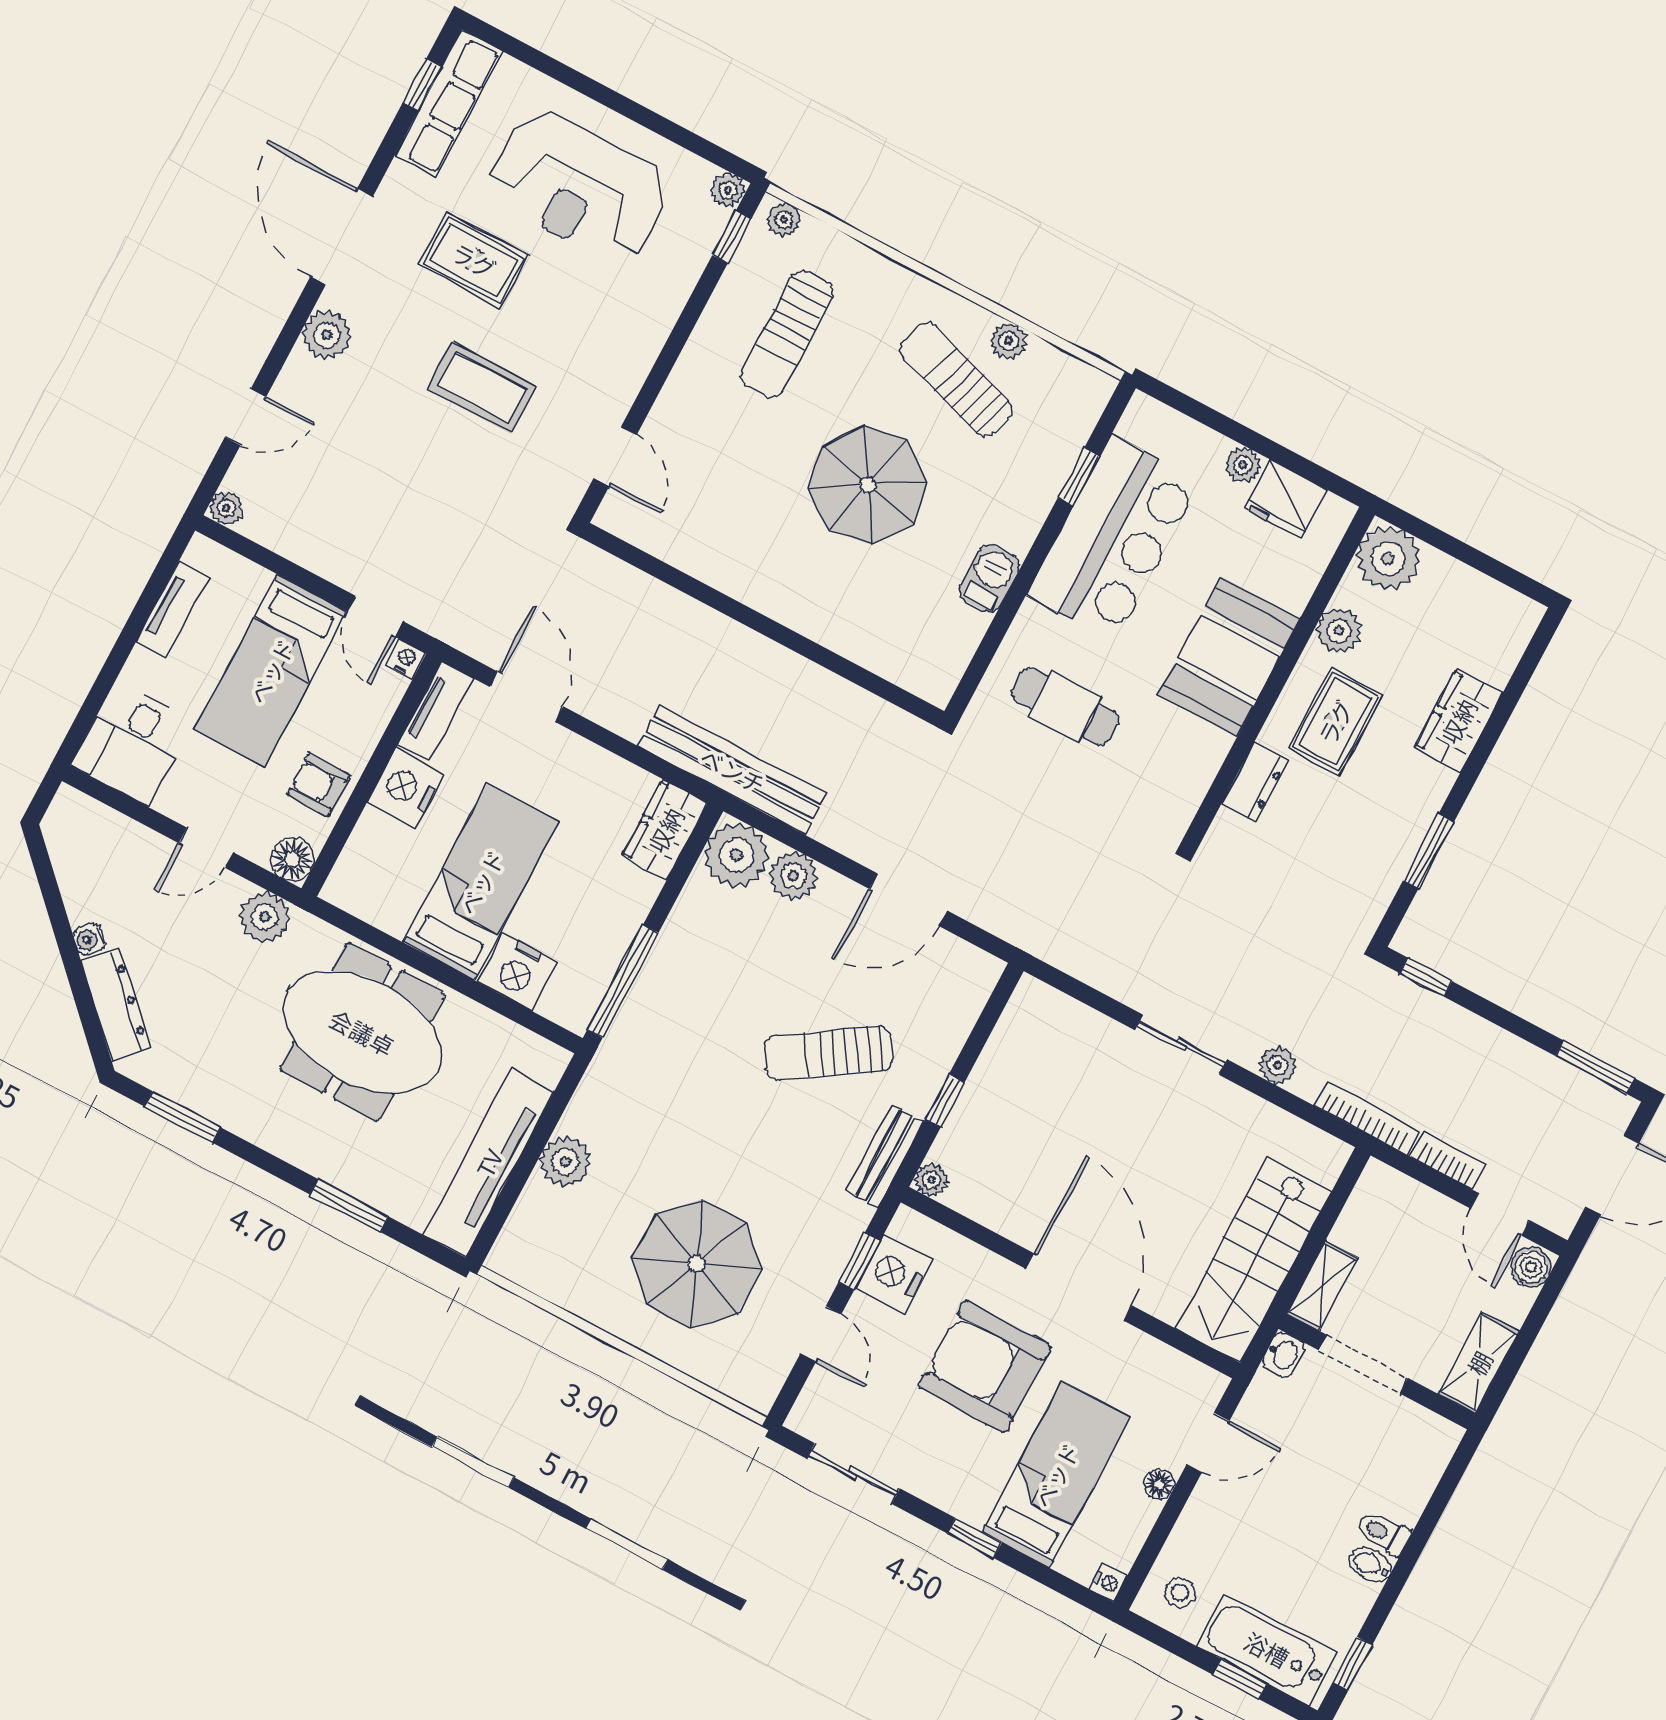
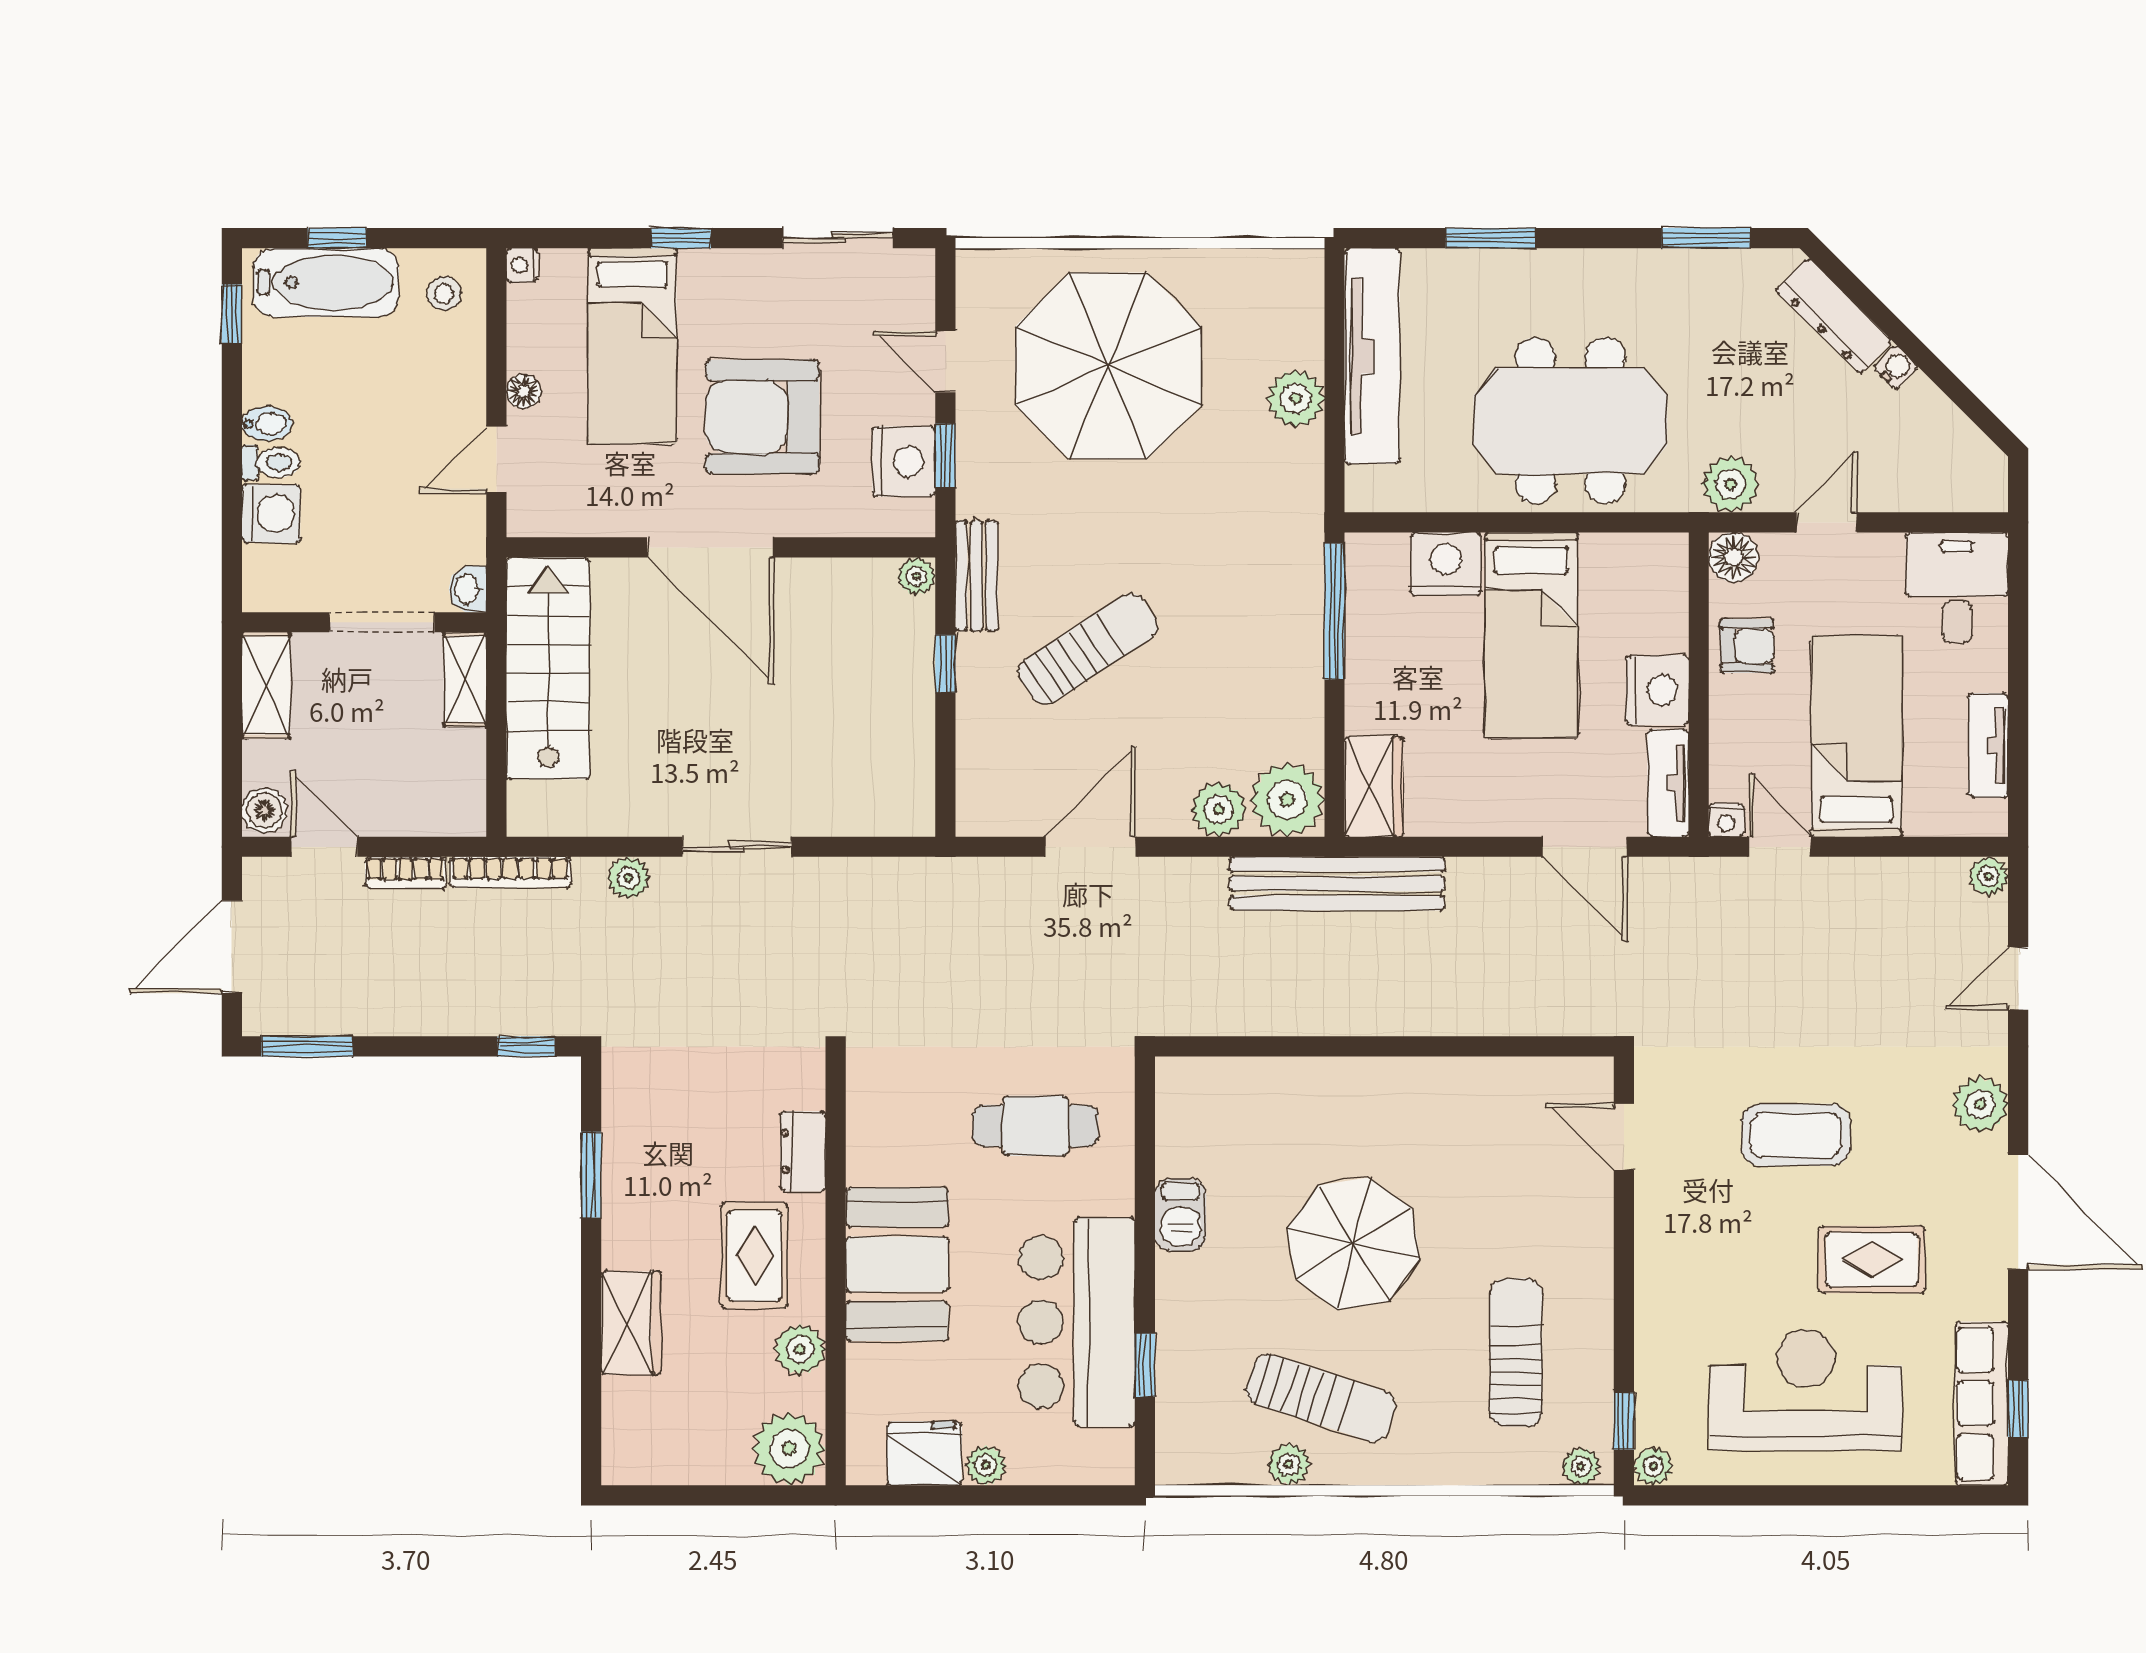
parasol: (697, 1264) -> (1108, 366), width x1.36, depth x1.36
armchair: (985, 1366) -> (762, 417), turned 180
washing machine: (1404, 1493) -> (271, 514), added

